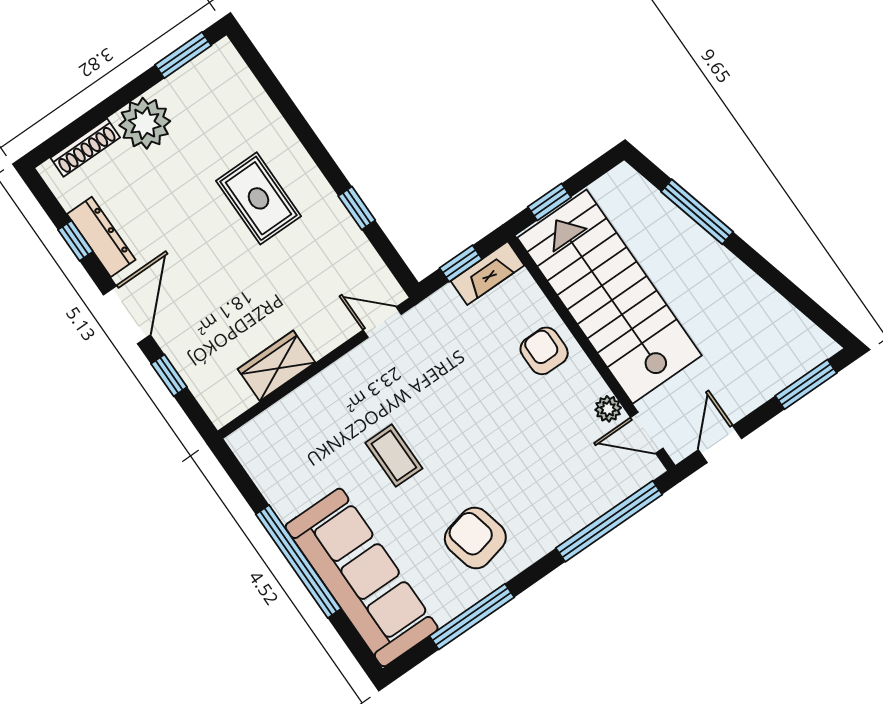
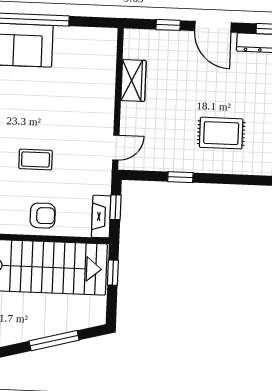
coffee table: (394, 456) -> (36, 159), moved

